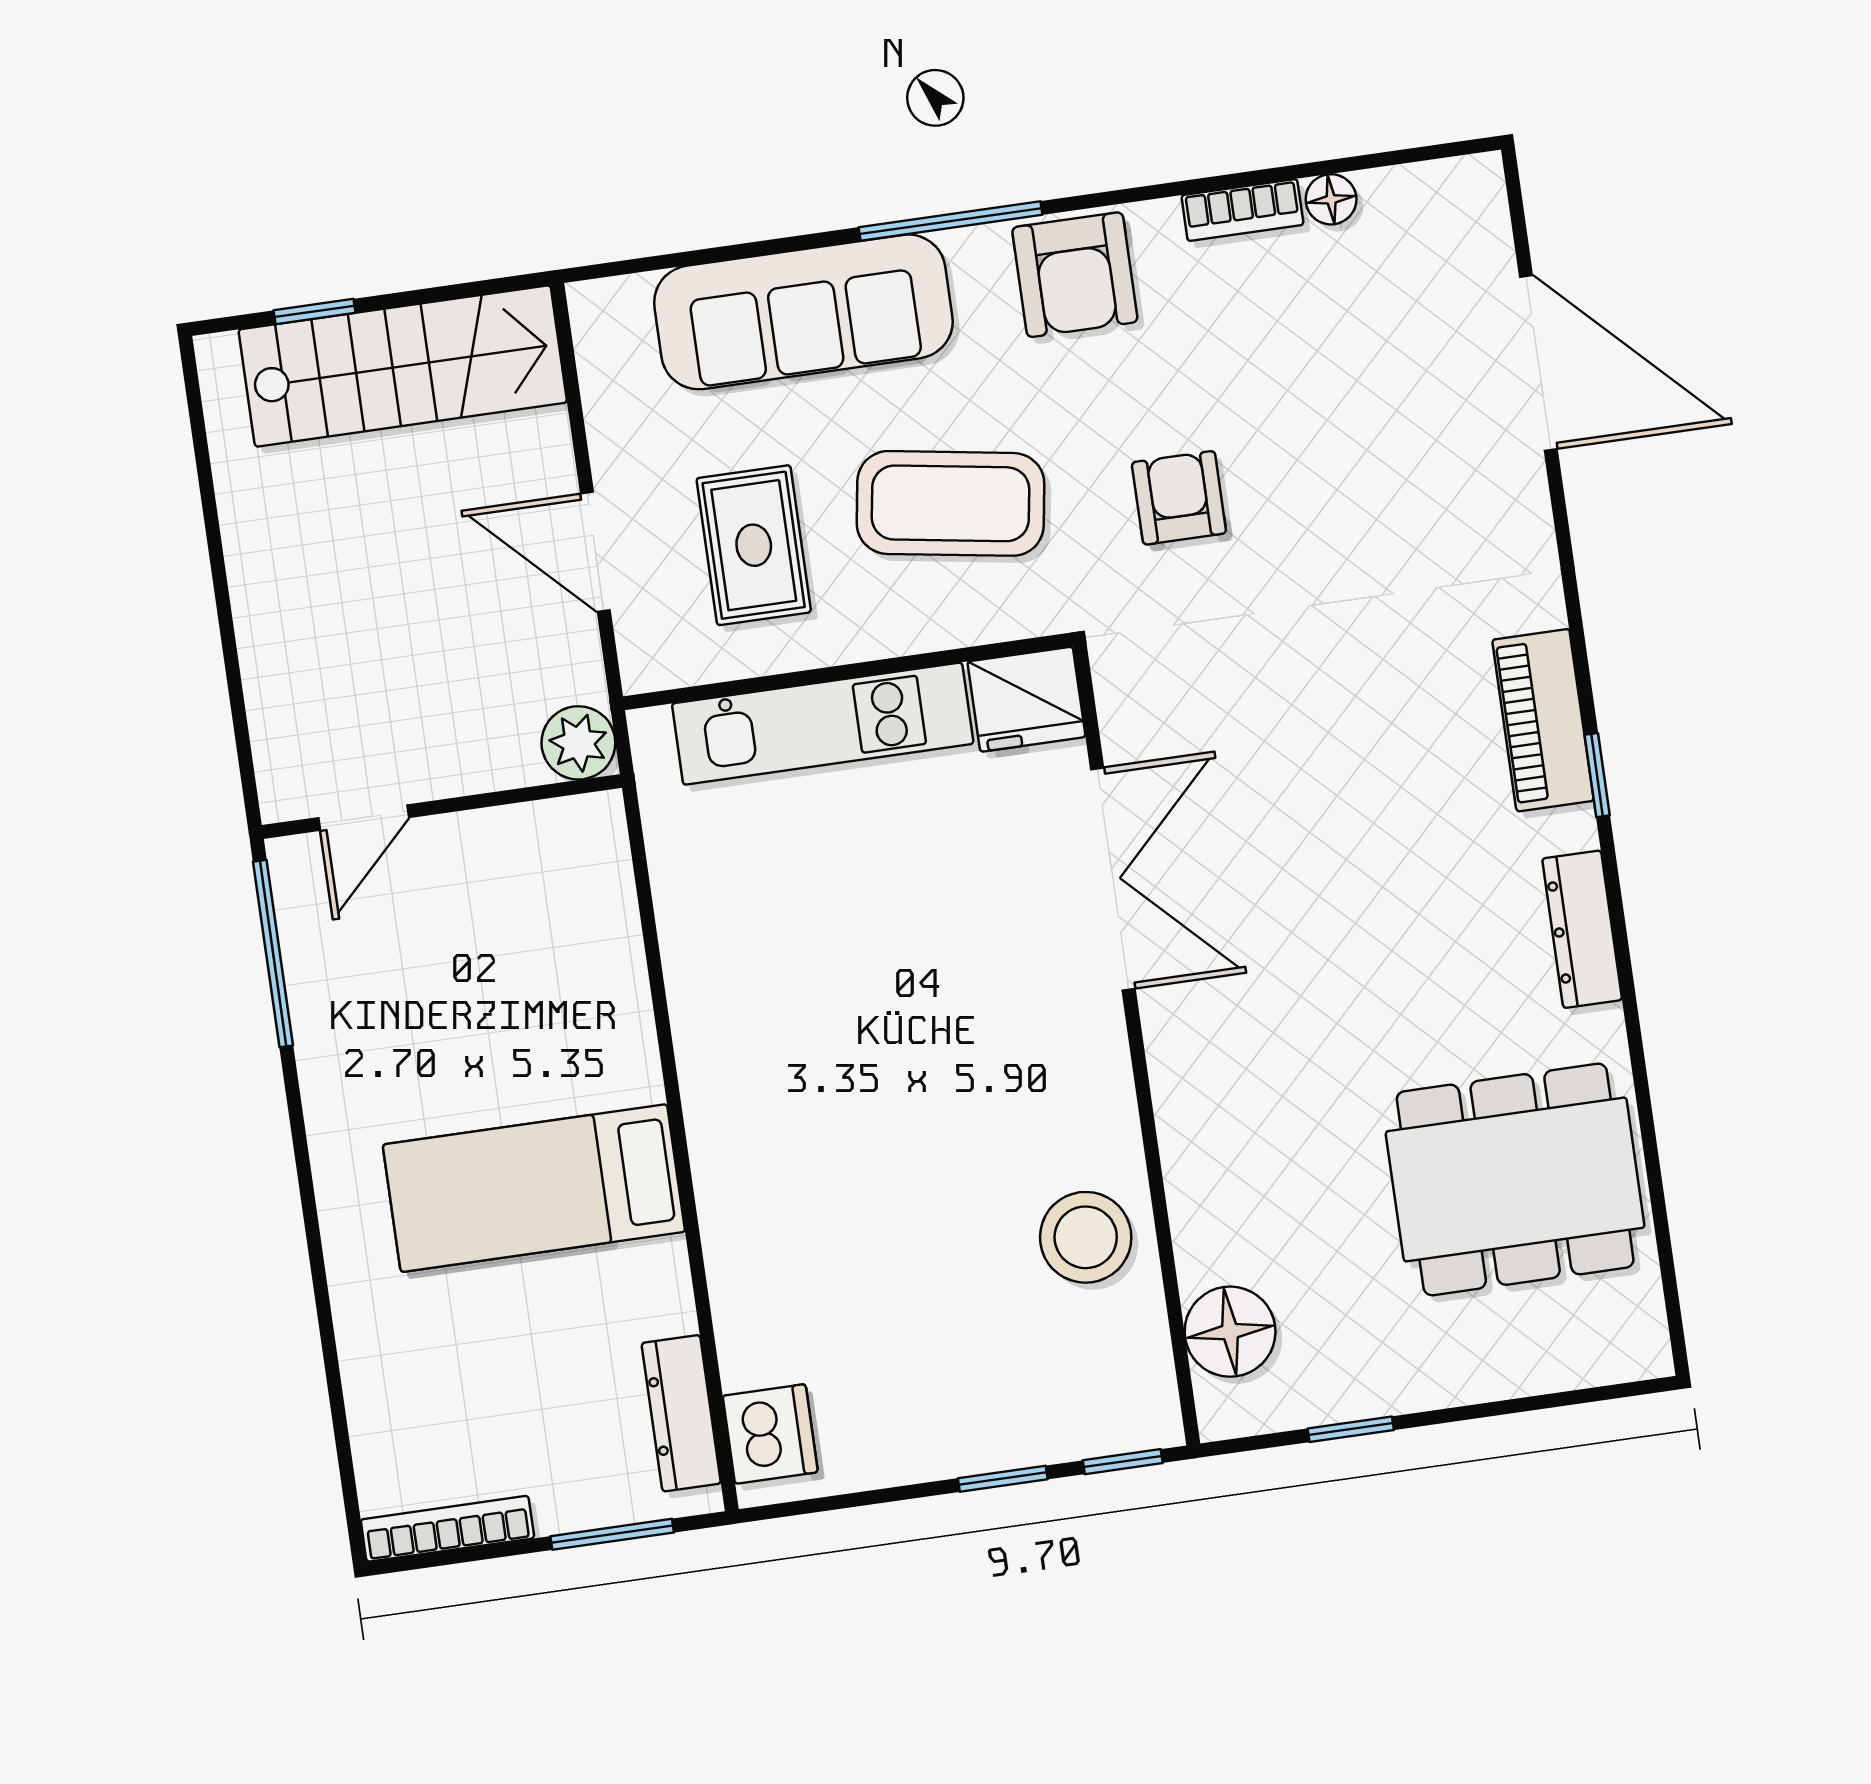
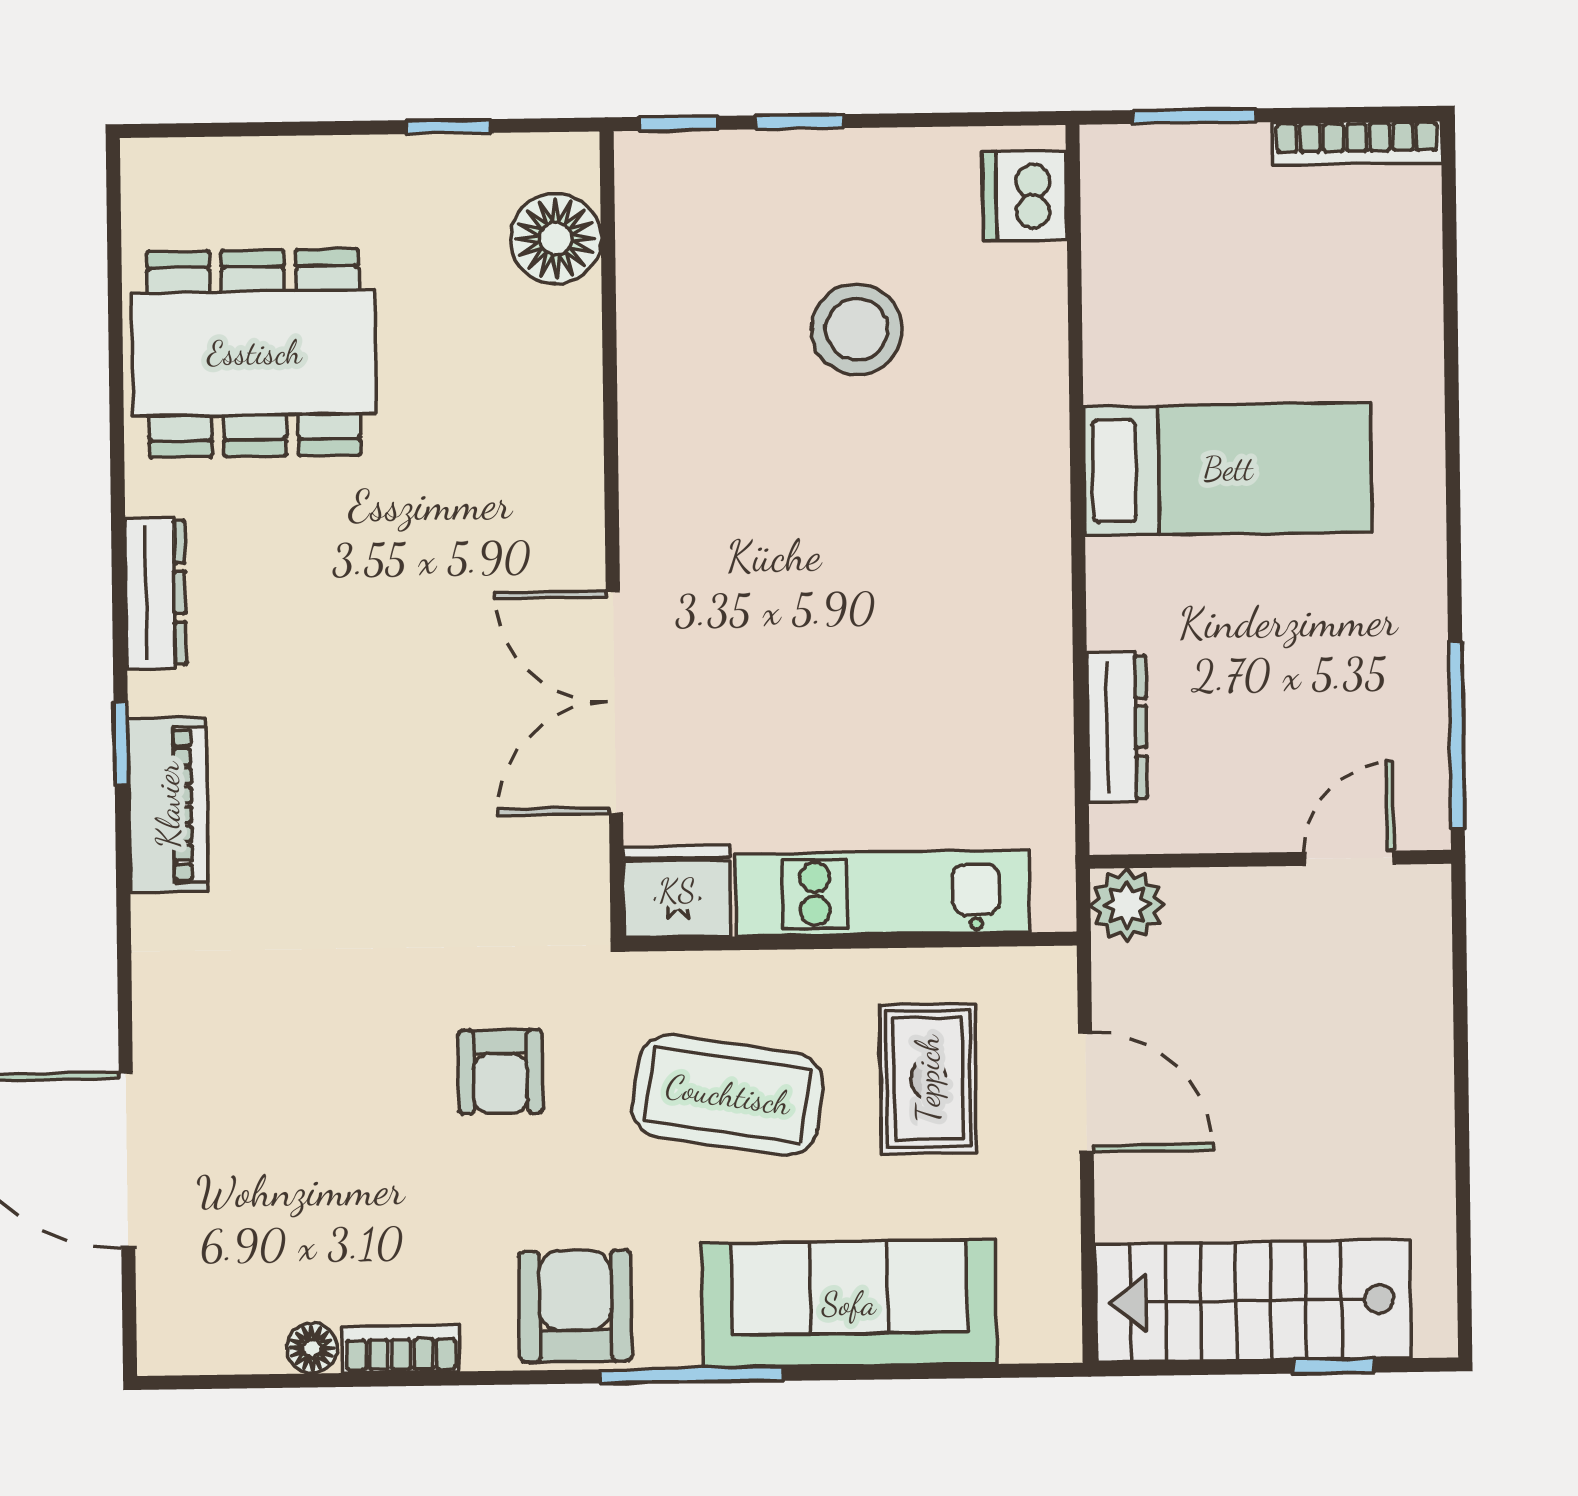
stool: (1086, 1237) -> (857, 329), moved
dresser: (681, 1413) -> (1117, 727), moved

